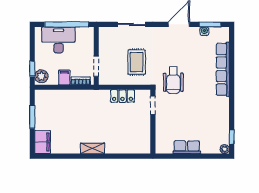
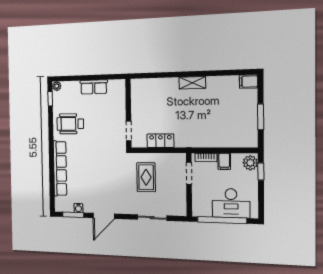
wheelchair: (173, 80) -> (70, 124), moved, turned -90
filing cabinet: (43, 142) -> (249, 82), width x0.50

